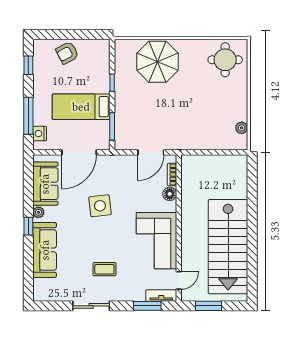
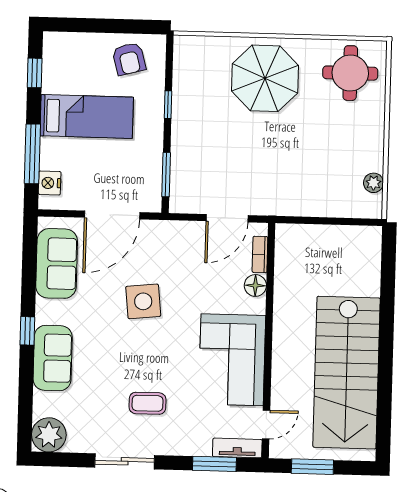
armchair: (67, 53) -> (129, 59), moved, turned -77
parasol: (157, 62) -> (265, 78), moved
bed: (81, 107) -> (87, 116), moved, turned 180
plant: (38, 212) -> (49, 435), moved, width x1.87, depth x1.87
sofa: (45, 250) -> (53, 358), width x0.73

